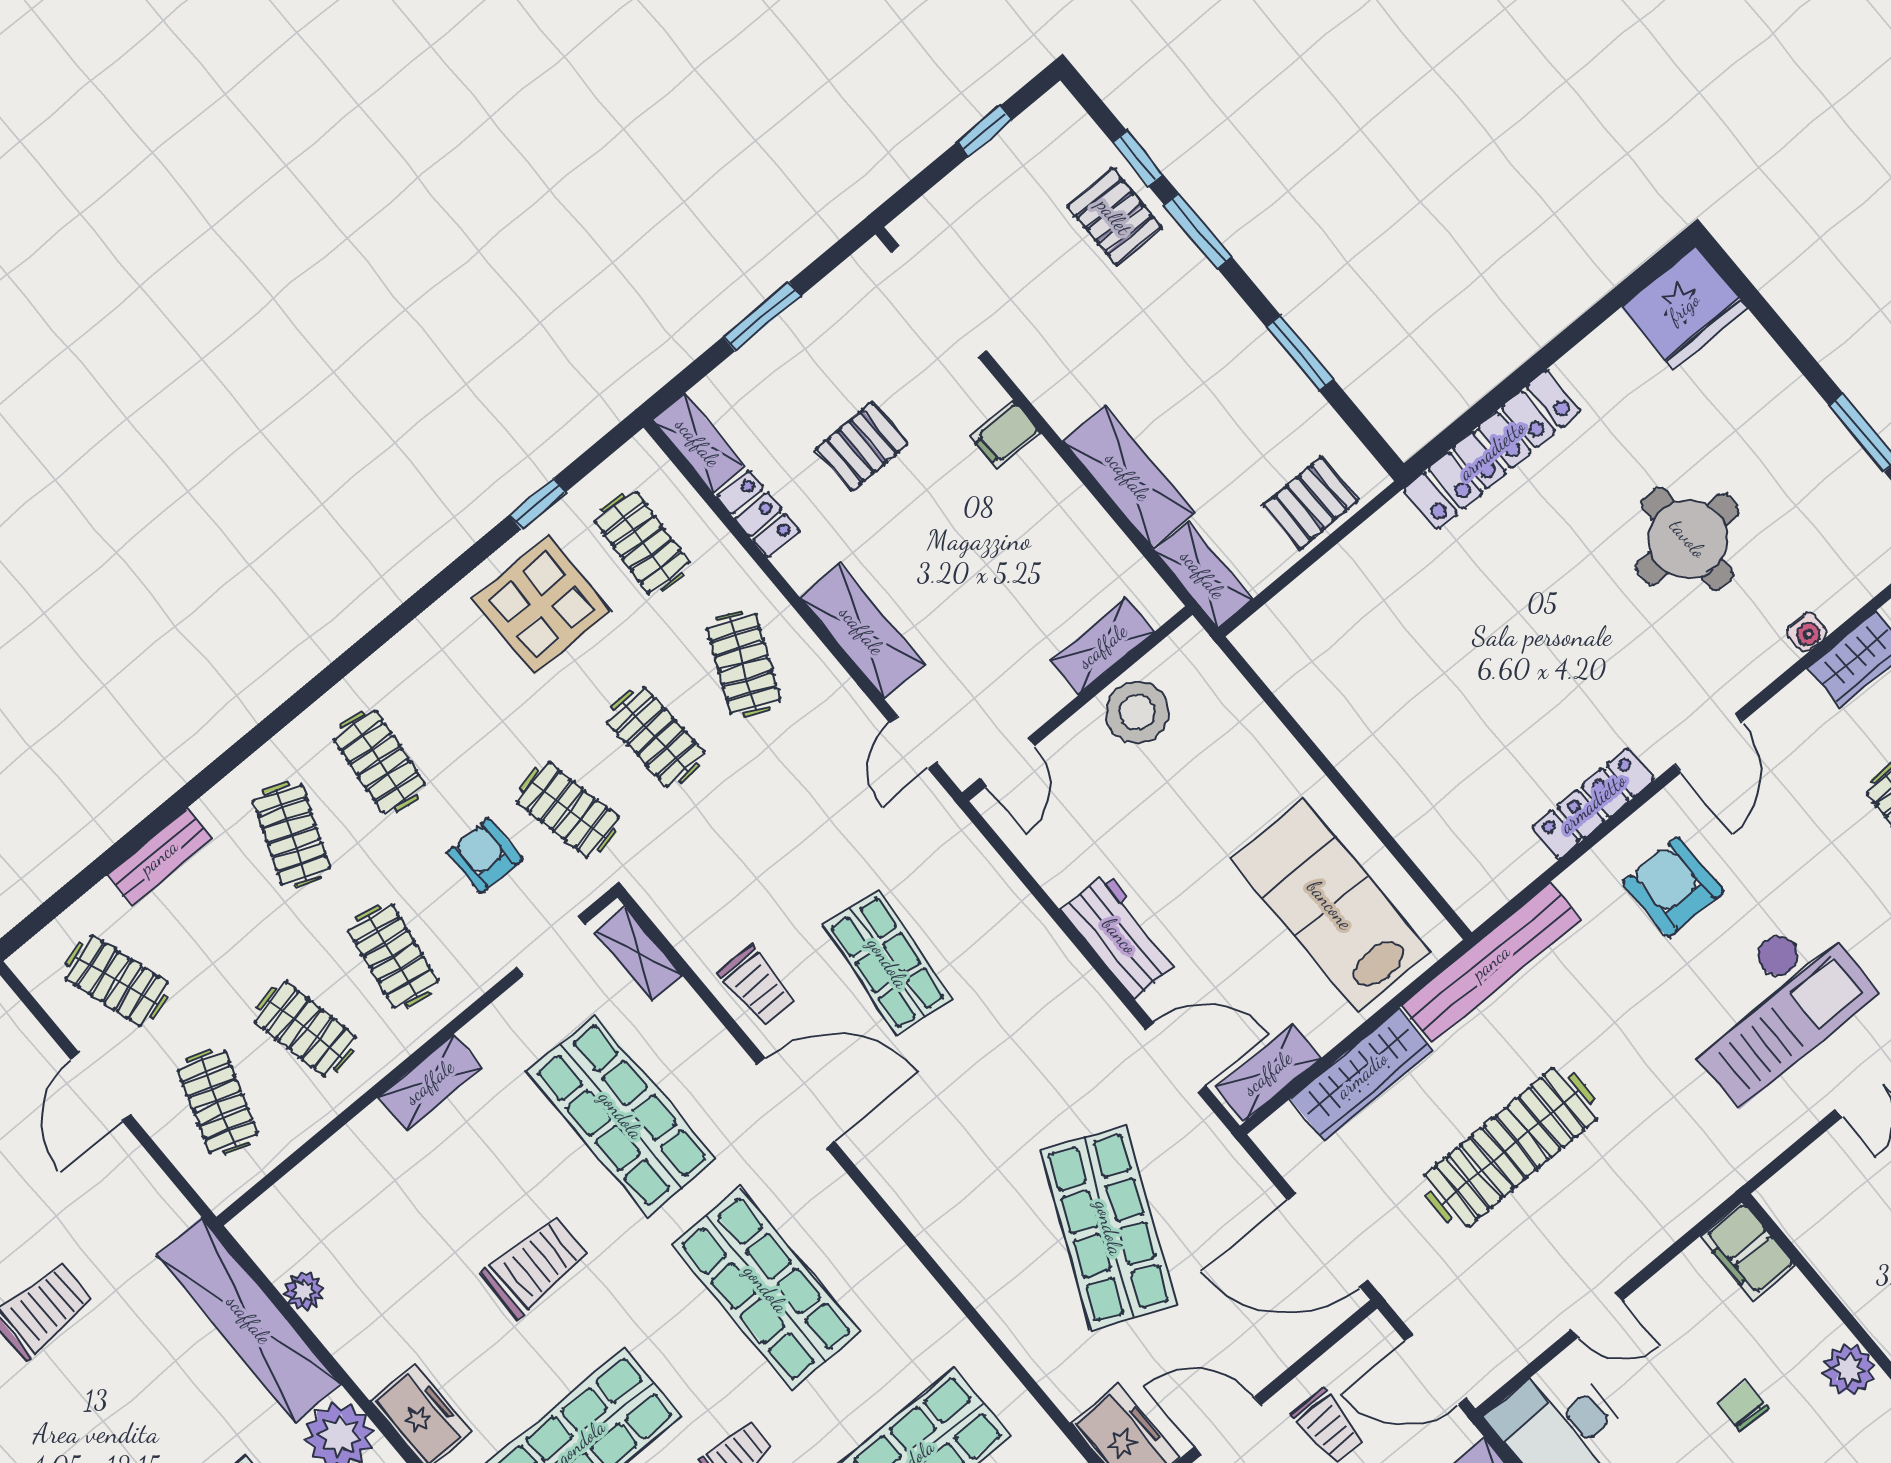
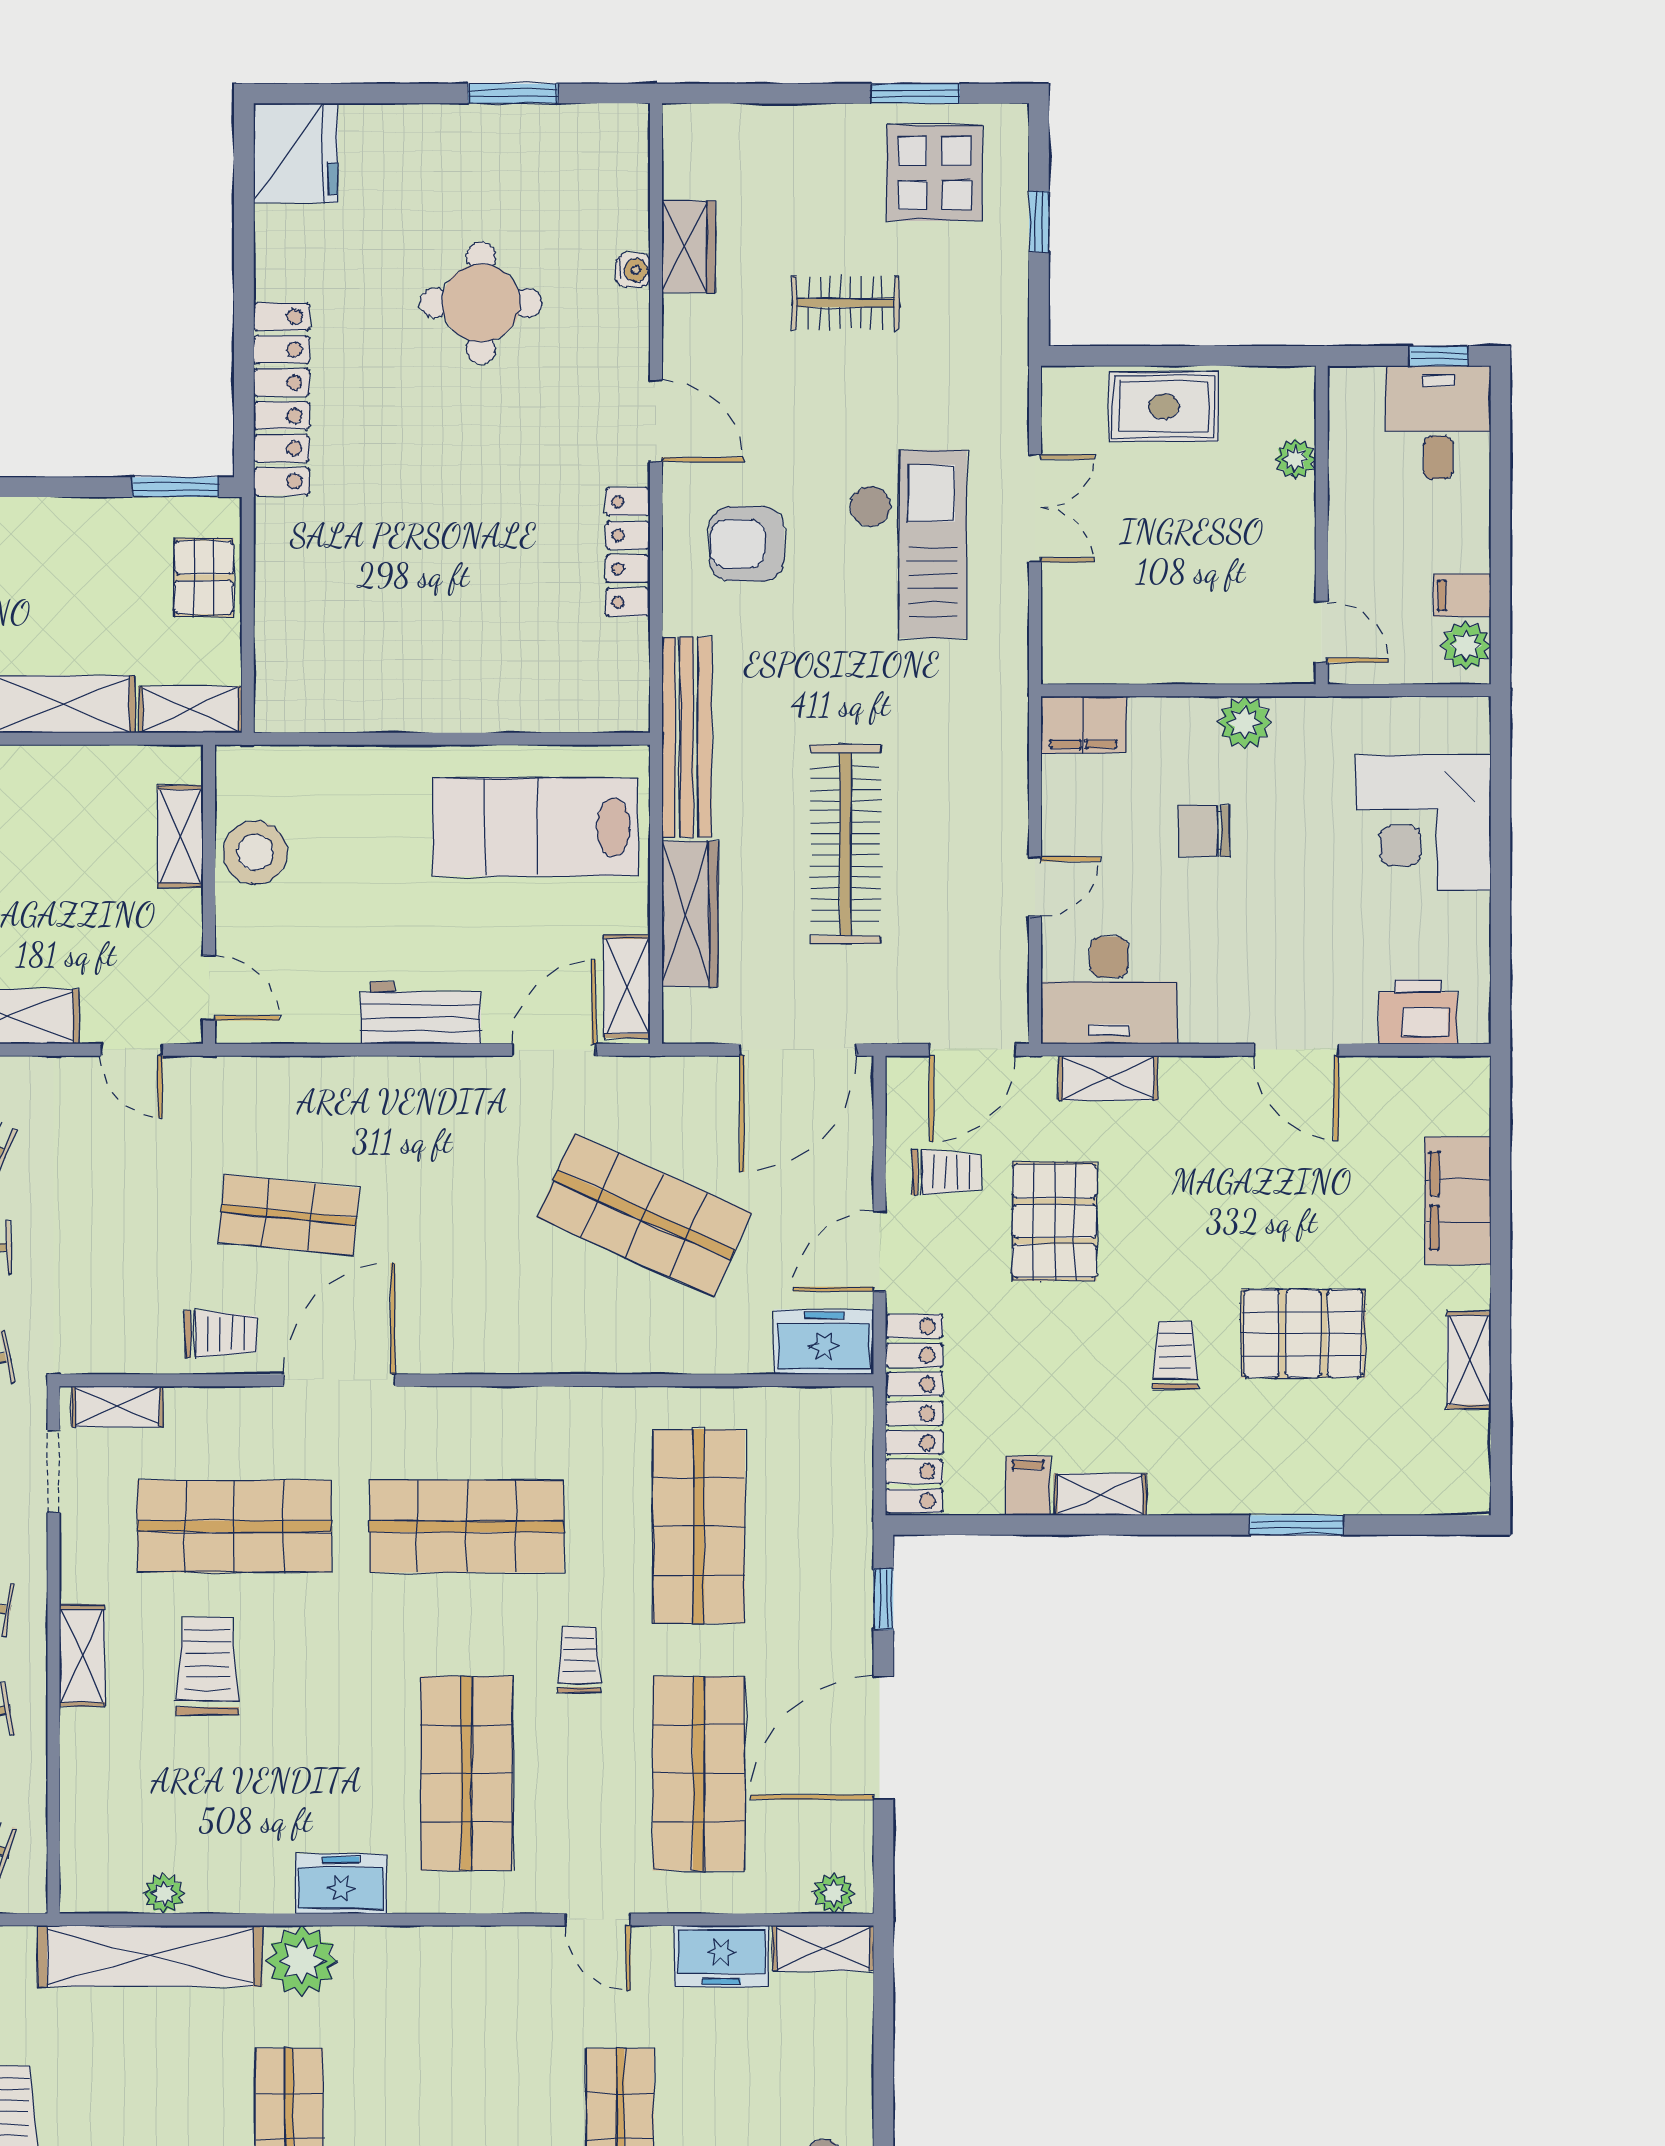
window: (1300, 353) -> (175, 487), moved
trolley: (535, 1266) -> (207, 1666), moved
chair: (1743, 1406) -> (1204, 831), width x1.37, depth x1.37

